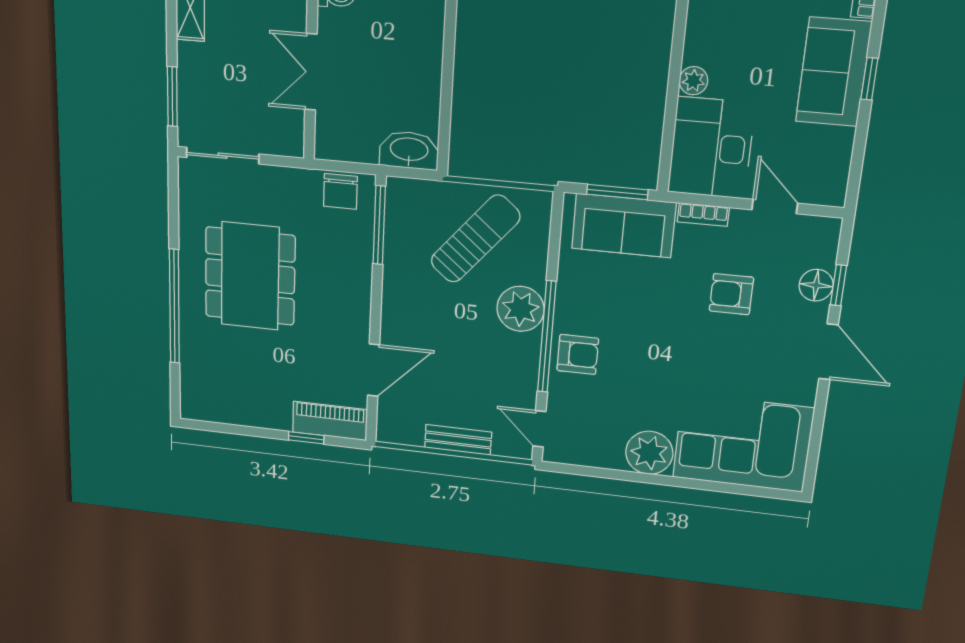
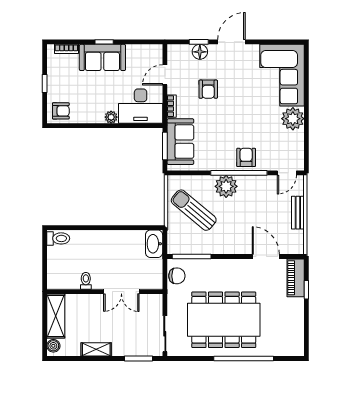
dining table: (250, 276) -> (224, 320), width x1.36, depth x1.24

